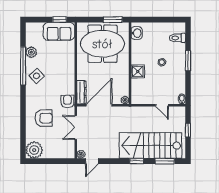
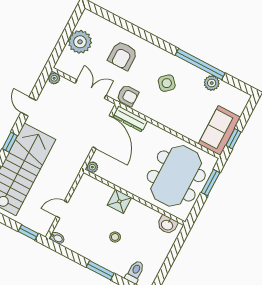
window: (113, 20) -> (211, 183), moved
side table: (37, 76) -> (167, 83), moved
window: (188, 130) -> (28, 232), moved
plant: (34, 150) -> (80, 42), moved
door: (92, 161) -> (29, 106), moved

